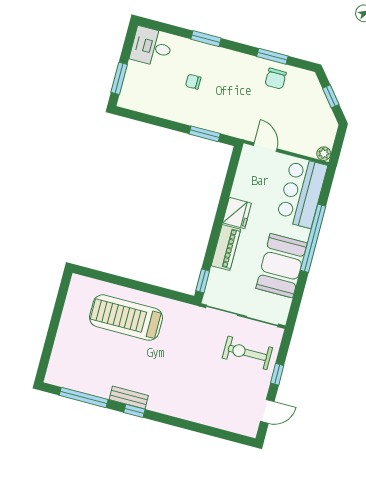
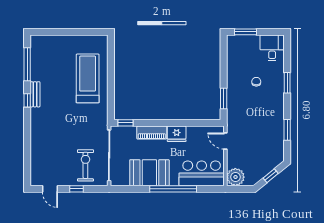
chair: (276, 79) -> (273, 136), removed
door: (265, 147) -> (225, 141), swing flipped
plant: (324, 154) -> (235, 177), width x1.88, depth x1.88

